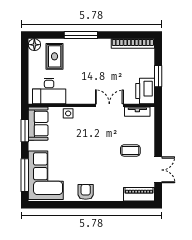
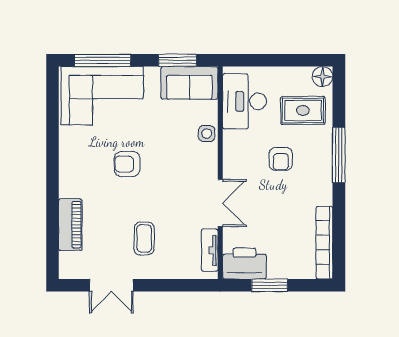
armchair: (83, 69) -> (281, 159), added
armchair: (86, 192) -> (127, 164), moved, turned 180
piano: (139, 194) -> (70, 225), moved

